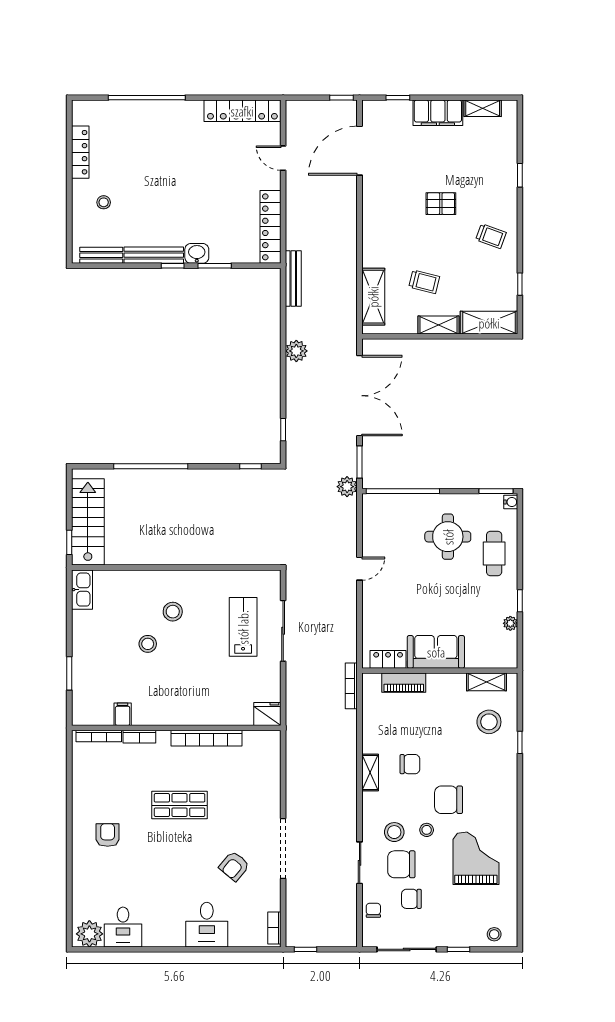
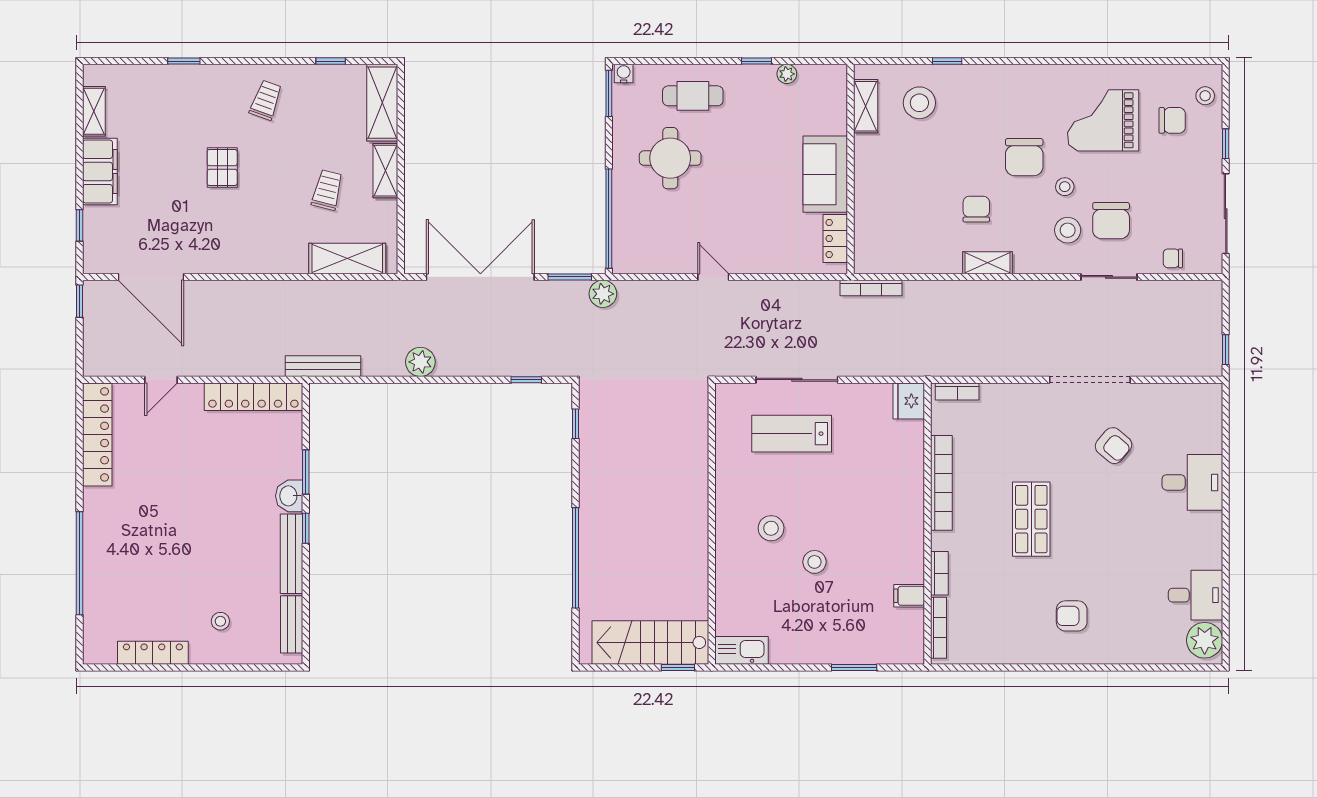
piano: (404, 683) -> (867, 217), removed
chair: (411, 899) -> (1172, 120), moved, turned -90
bookcase: (274, 928) -> (957, 392), moved

